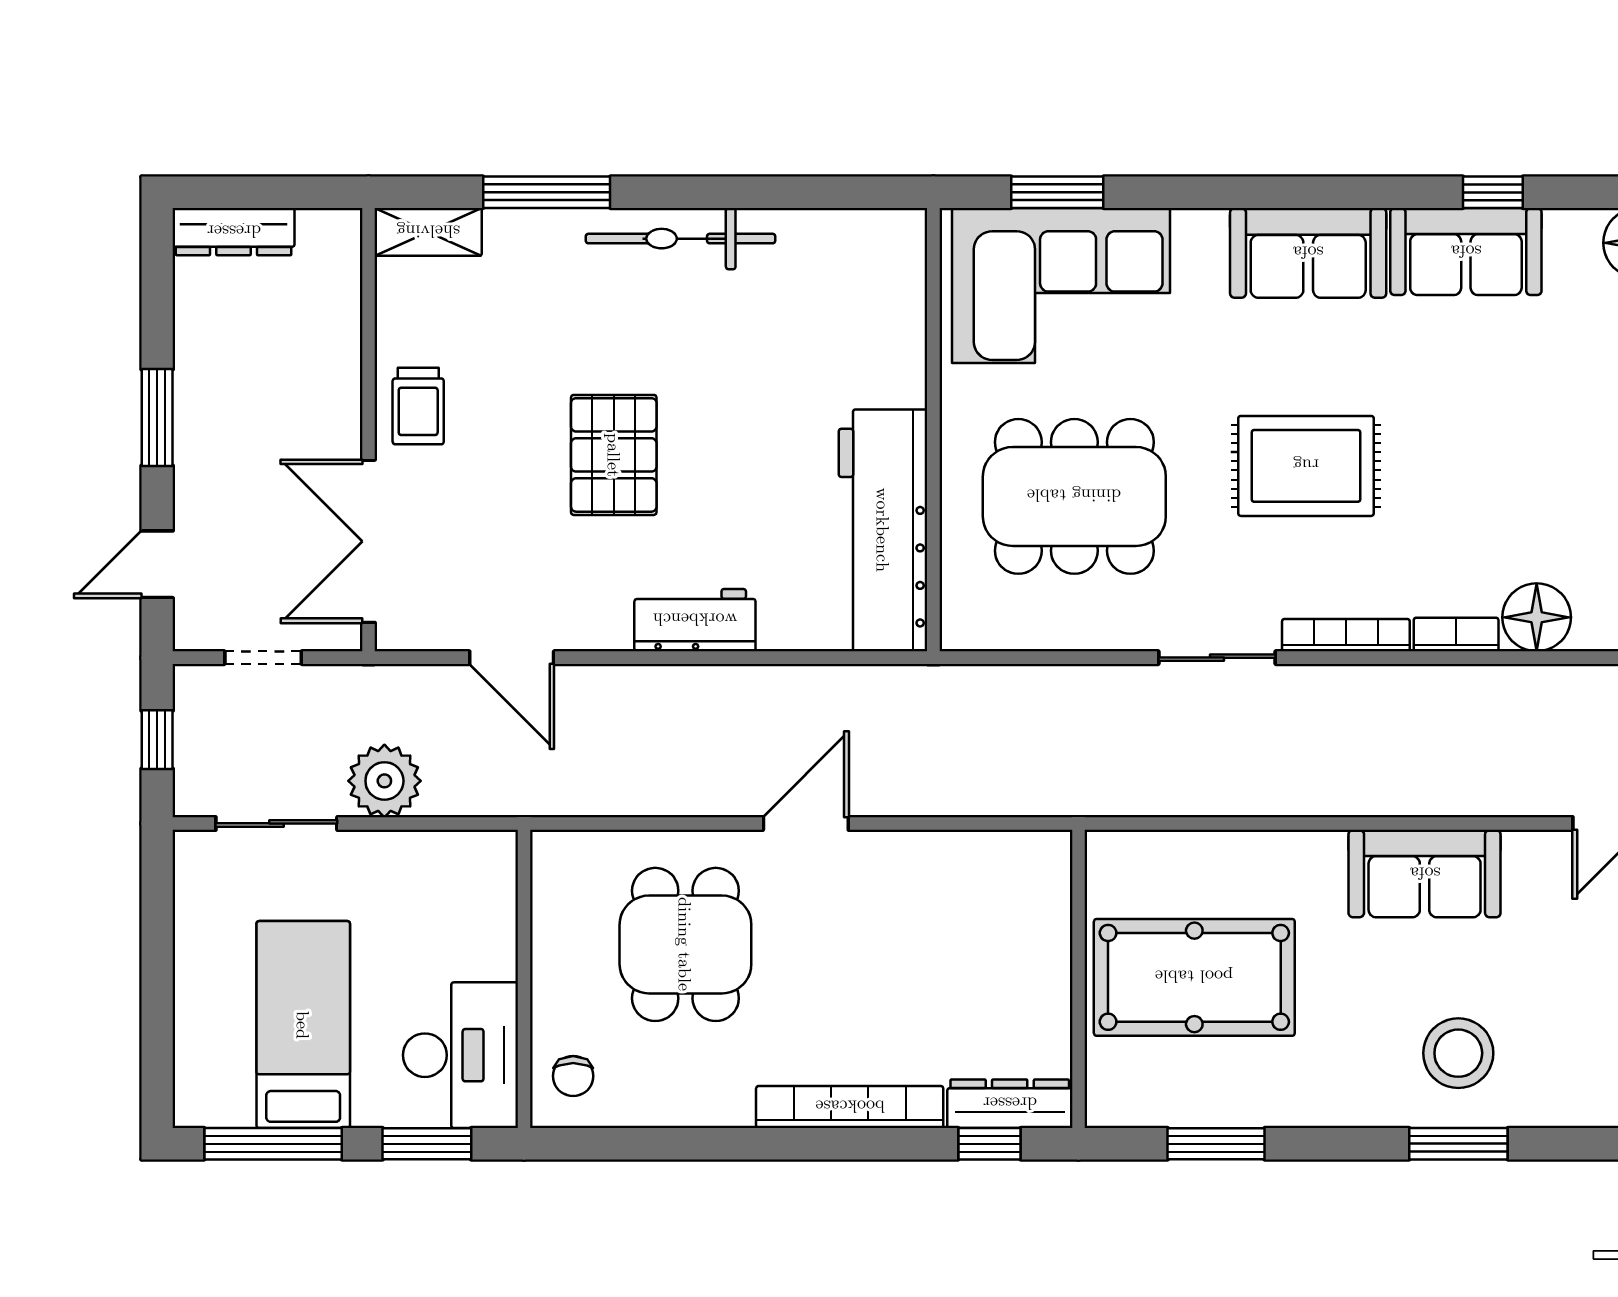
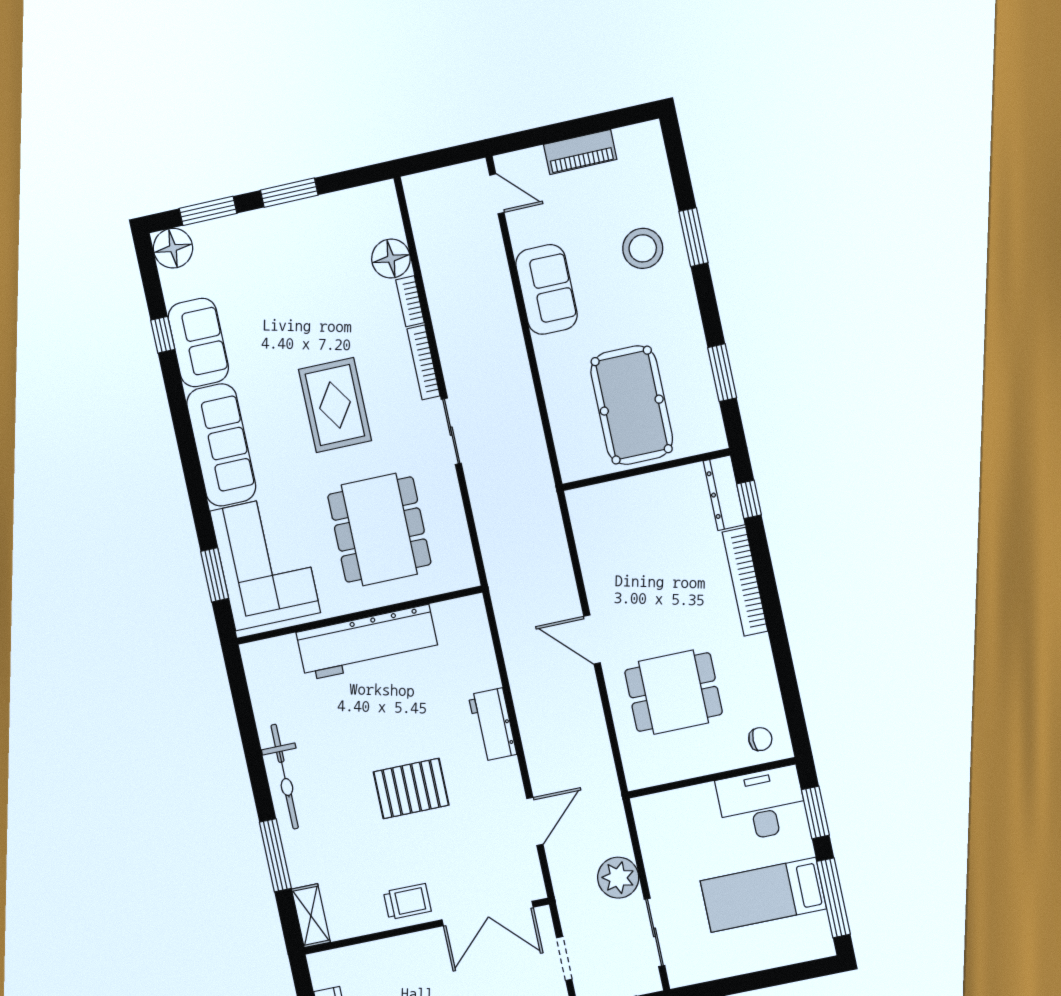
sofa: (1308, 253) -> (221, 445), width x1.36
workbench: (883, 530) -> (367, 643), moved

